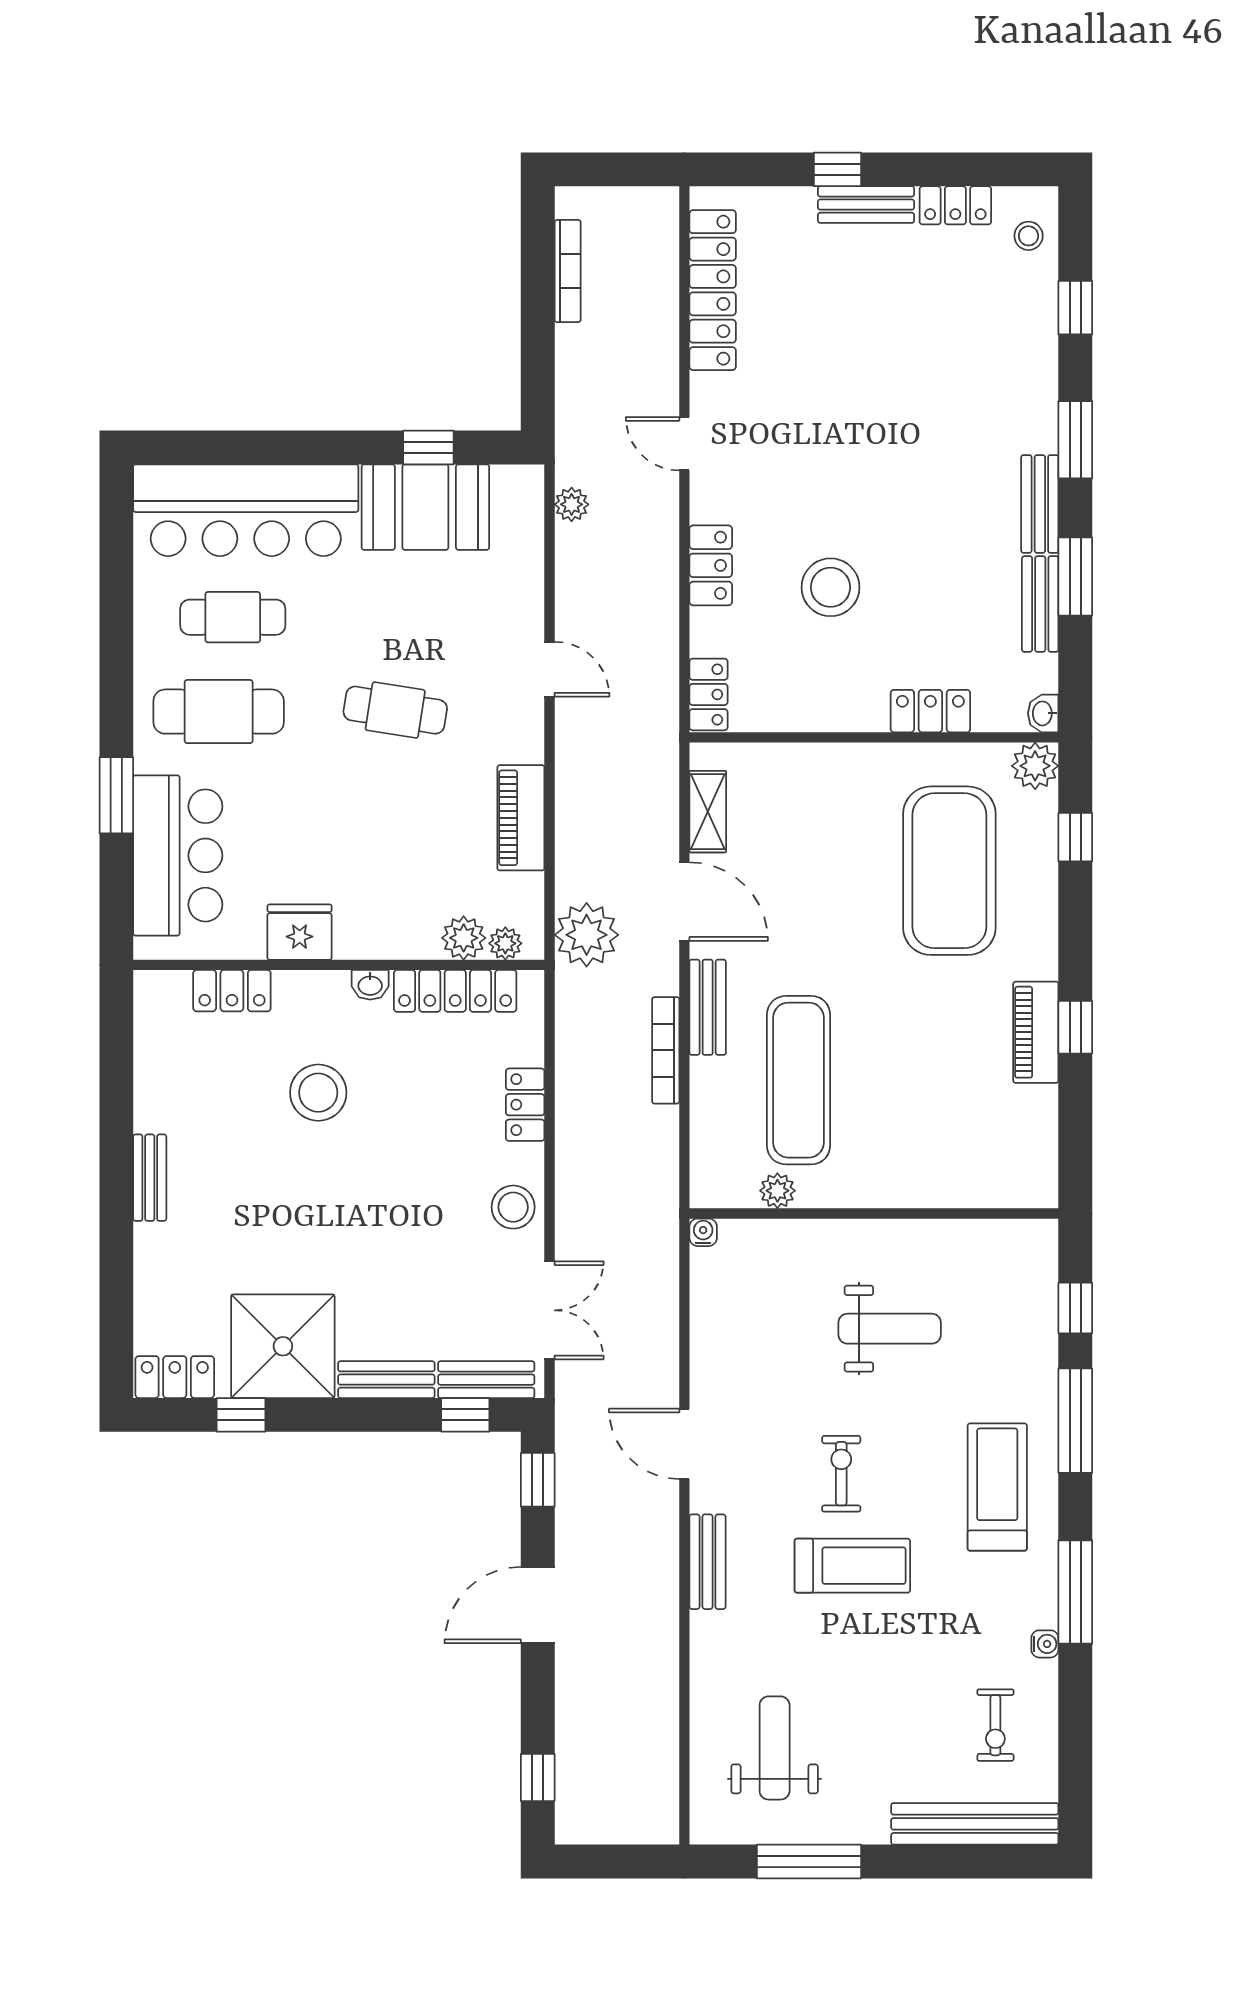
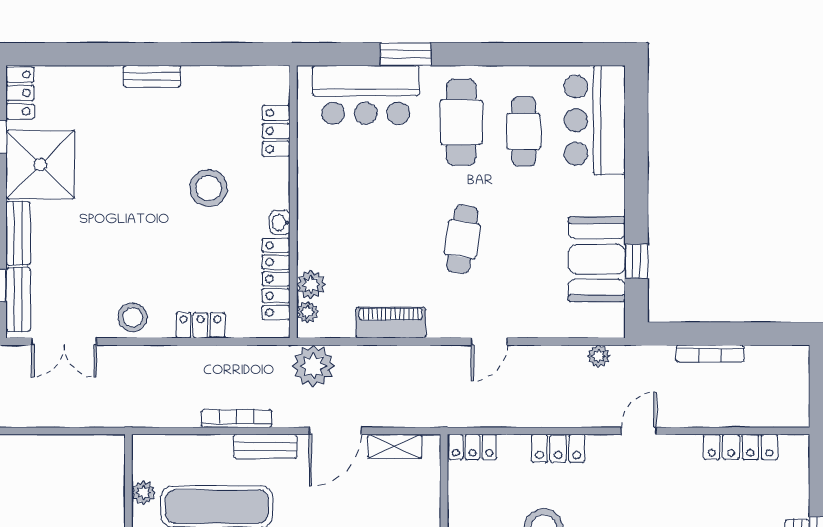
bookcase: (568, 271) -> (710, 353), moved
locker: (713, 290) -> (741, 447), width x0.71, depth x0.83
bar counter: (246, 510) -> (595, 120), width x0.73
fridge: (300, 932) -> (315, 176), removed
water cooler: (703, 1232) -> (116, 443), removed

